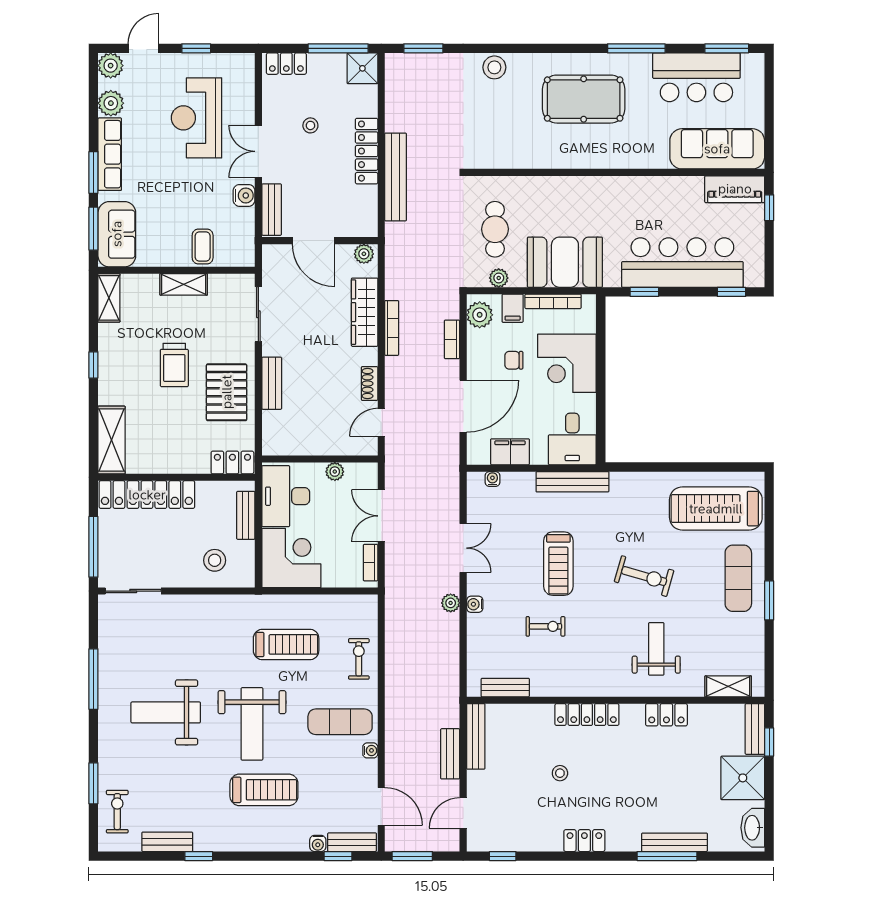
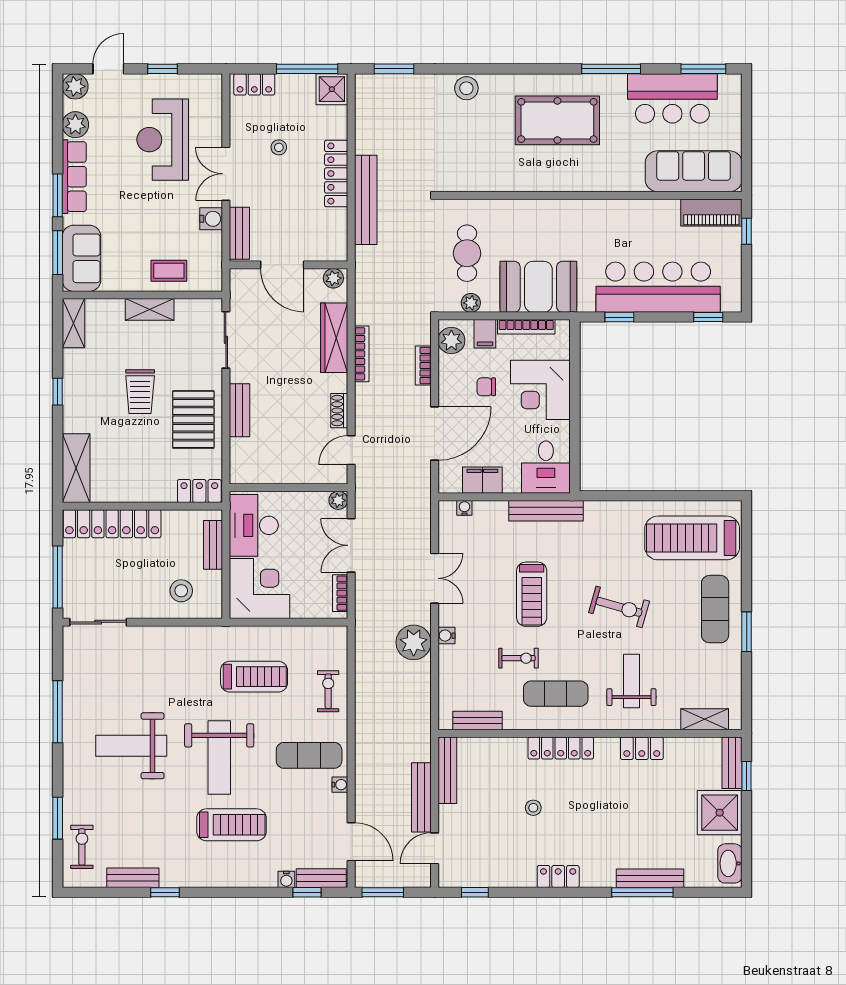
coffee table: (203, 246) -> (169, 271), turned 90
plant: (335, 472) -> (338, 500), moved
plant: (451, 603) -> (414, 642), width x1.87, depth x1.87
exercise mat: (582, 661) -> (556, 694), added
bench: (450, 754) -> (421, 797), width x1.36

